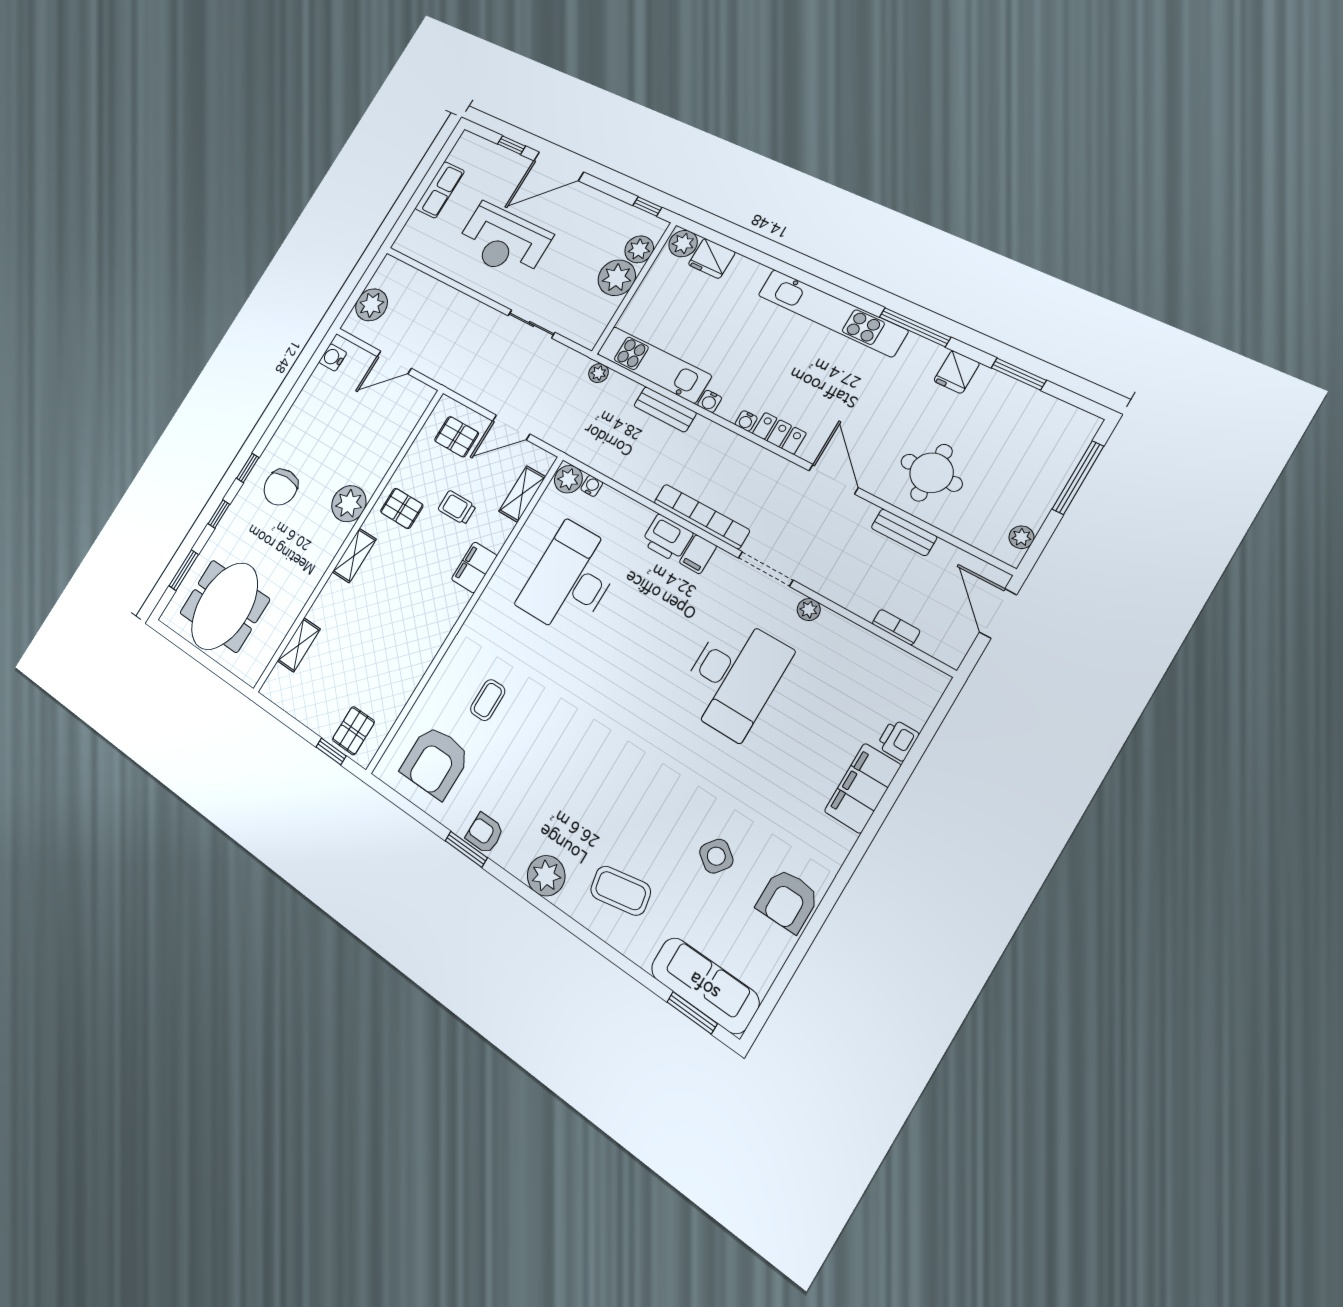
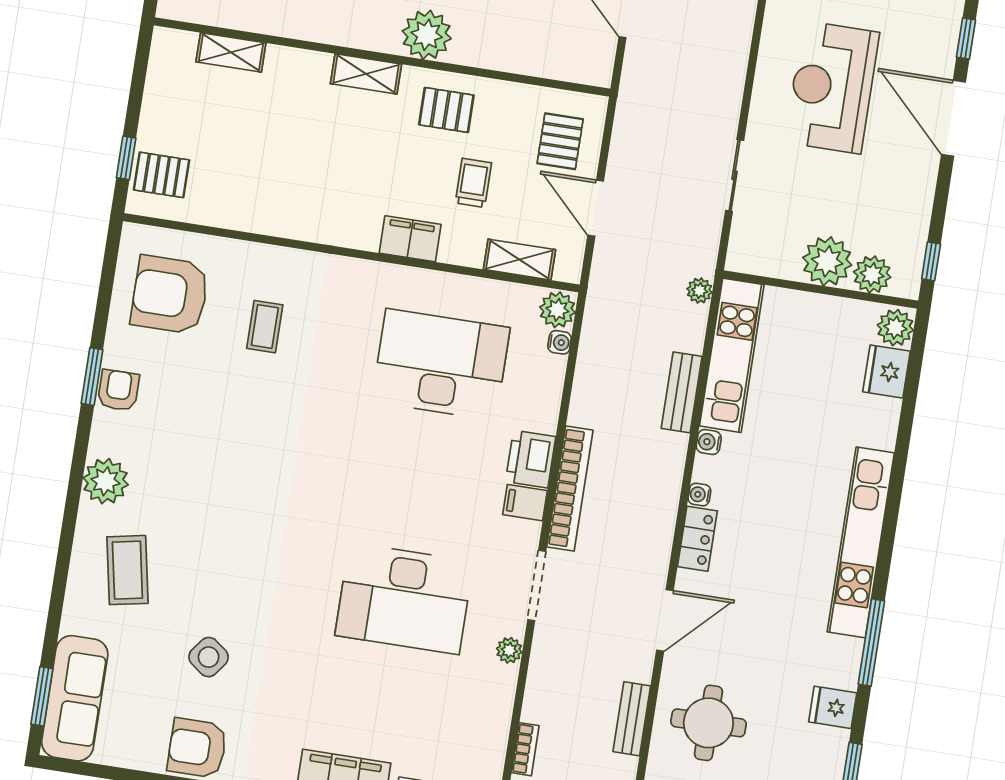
pallet: (402, 508) -> (446, 110), turned 90
coffee table: (488, 700) -> (265, 327), turned 90

